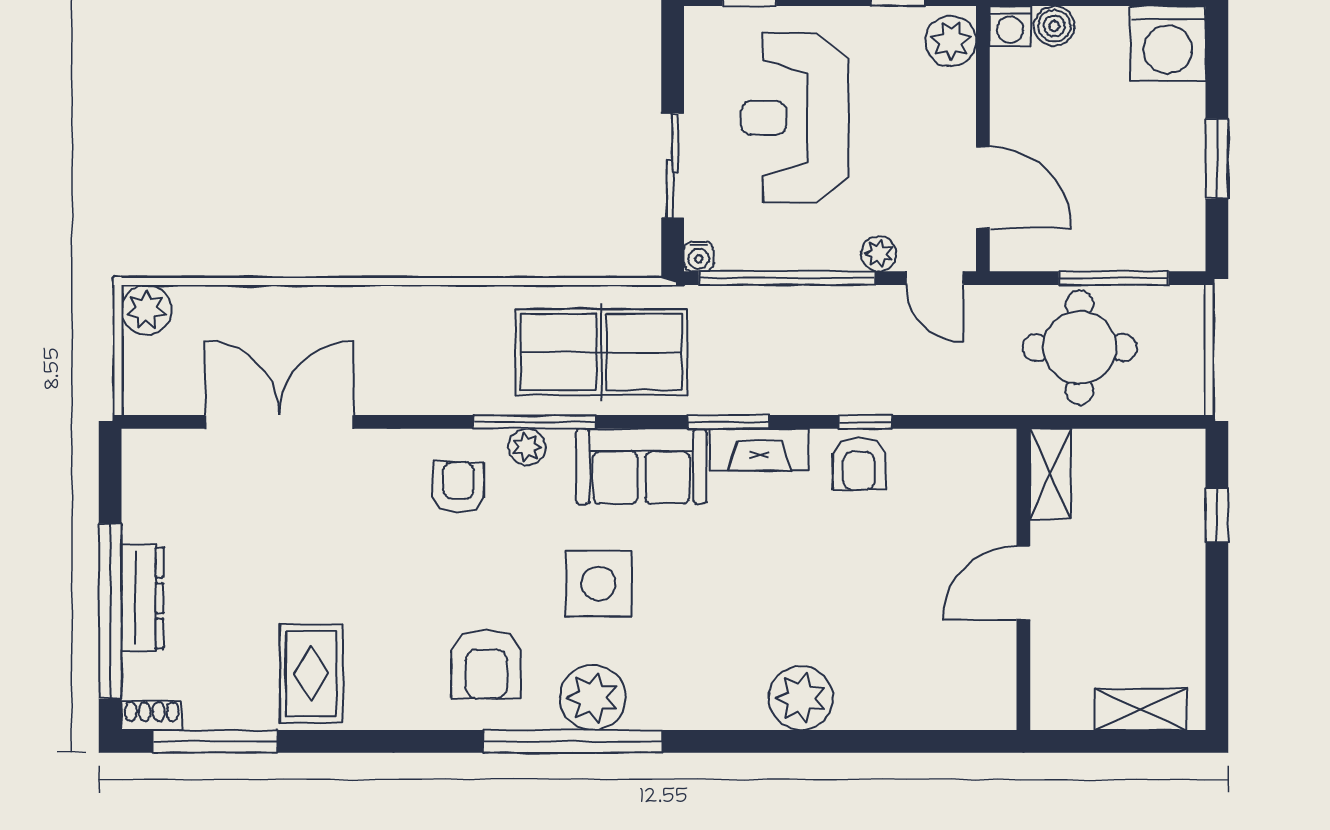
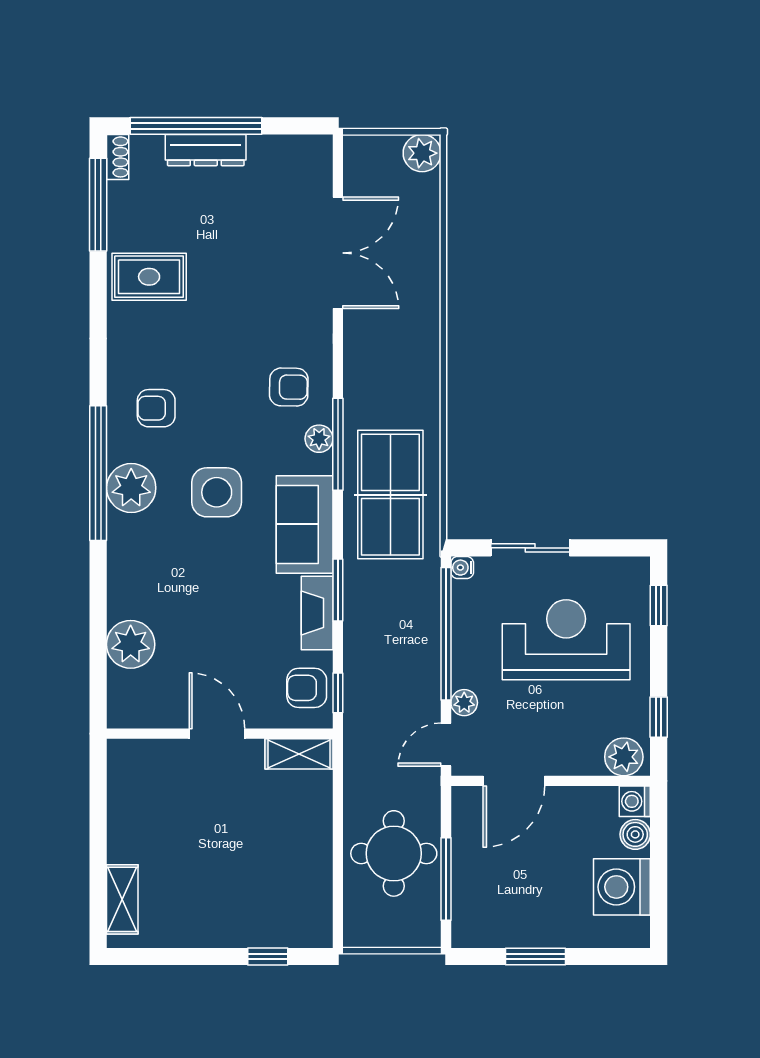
washing machine: (1168, 44) -> (622, 887), moved
shelving: (1050, 474) -> (299, 754), moved
wall: (1023, 579) -> (220, 734), moved
door: (1023, 583) -> (217, 734), moved
armchair: (486, 664) -> (156, 408), width x0.72, depth x0.72

